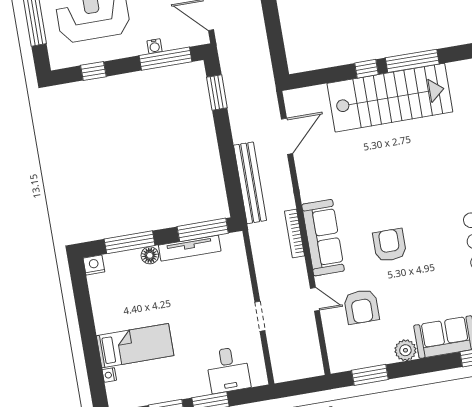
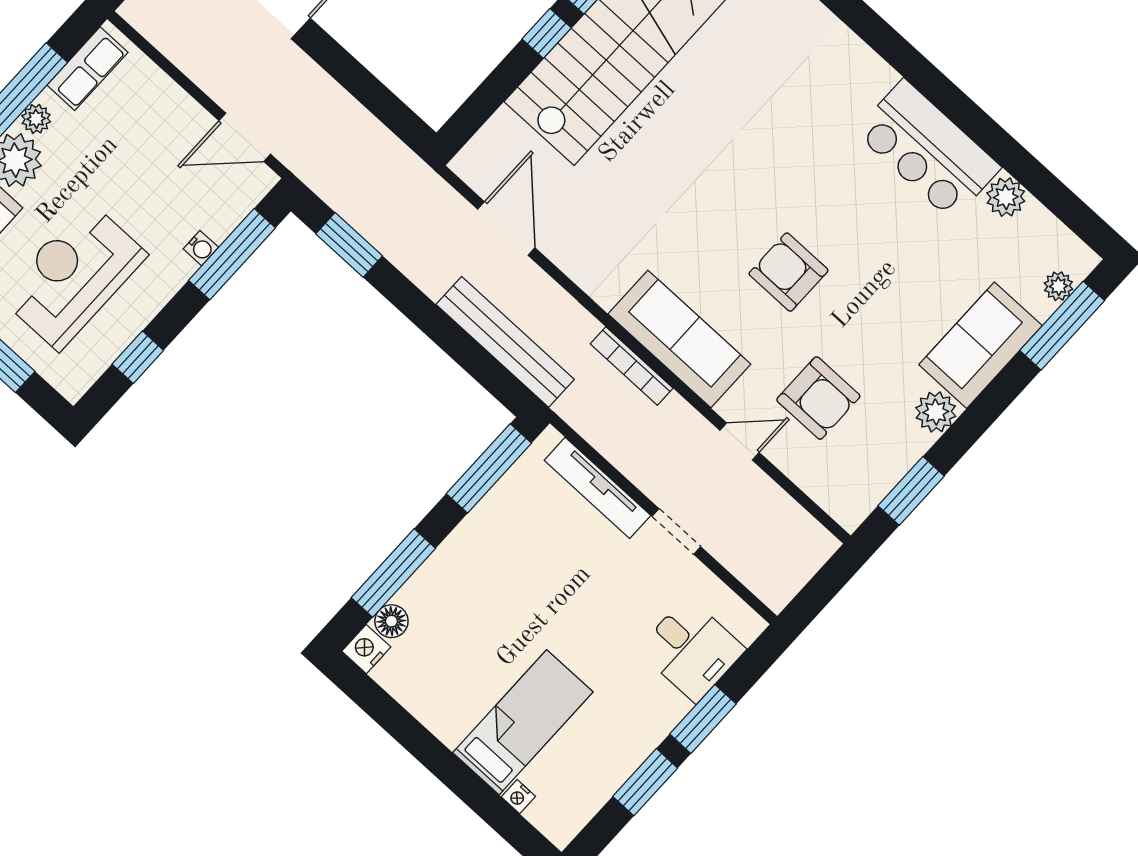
tv unit: (190, 248) -> (597, 488), moved, turned 90
floor lamp: (150, 255) -> (391, 621), moved

